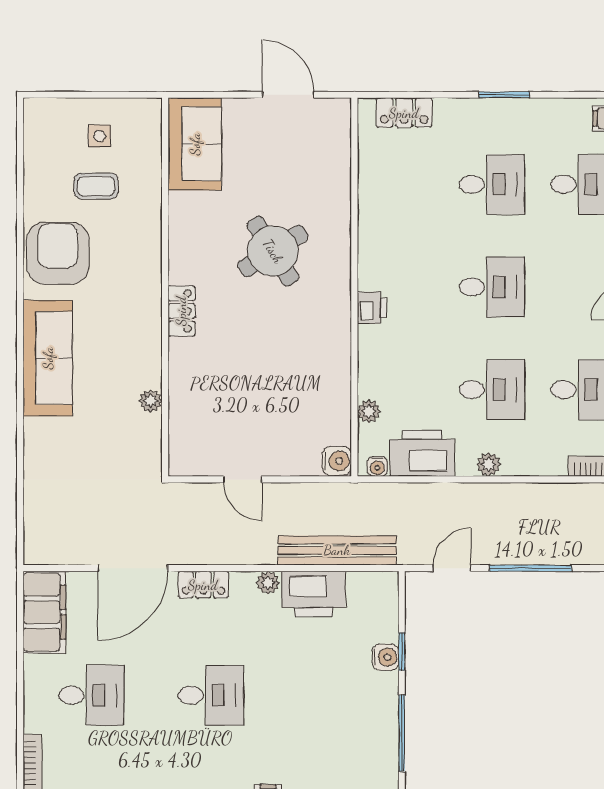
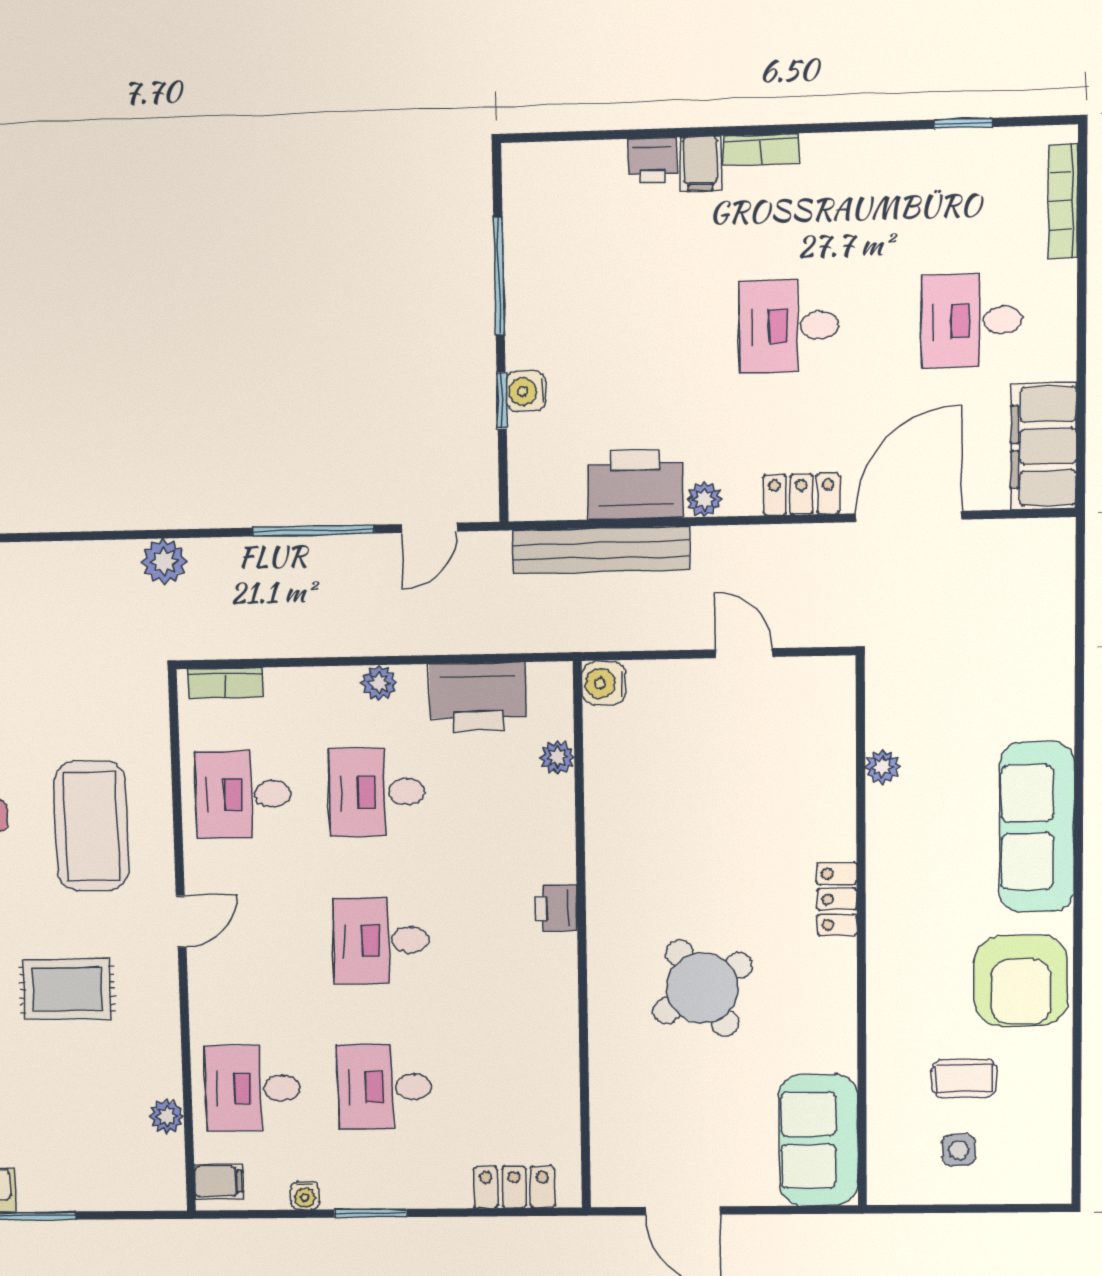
water cooler: (377, 466) -> (305, 1196), moved, turned 180

